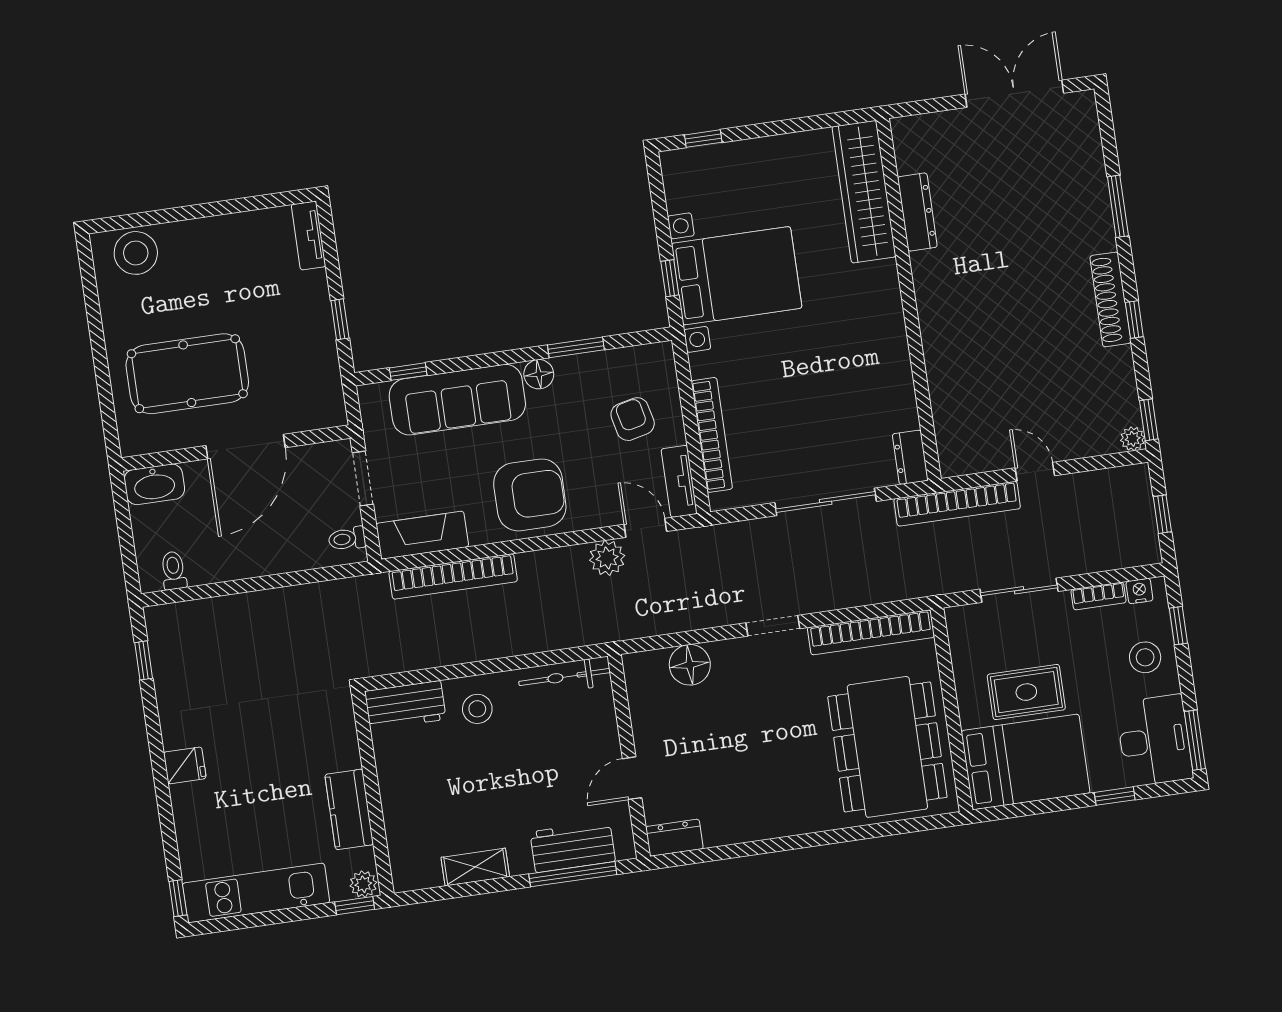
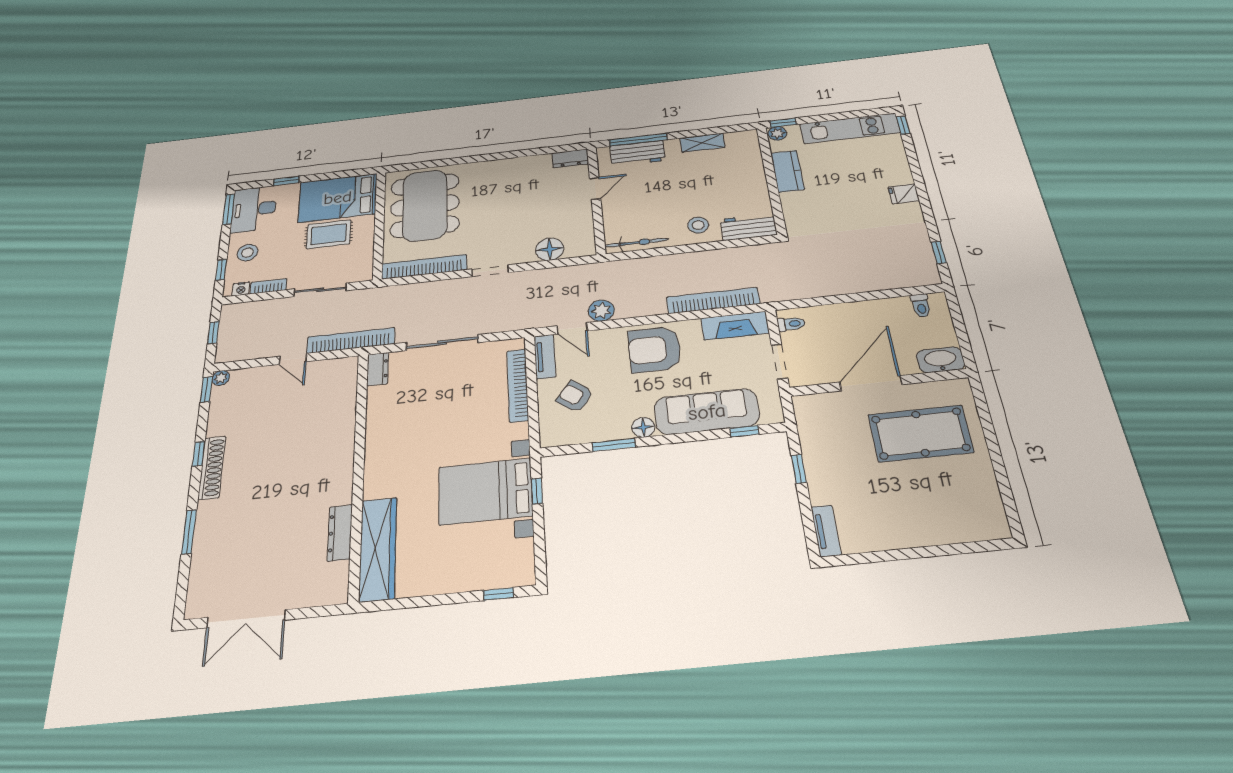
stool: (136, 253) -> (971, 522), removed
armchair: (633, 419) -> (575, 396), turned 140

